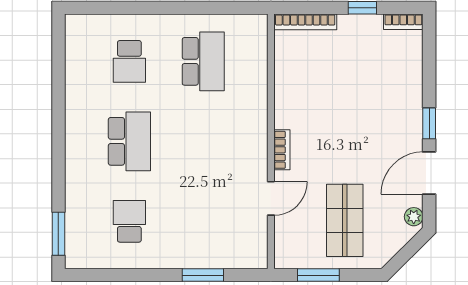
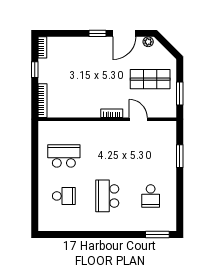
school desk: (129, 141) -> (107, 196), turned -90
door: (429, 173) -> (124, 33), hinge flipped
school desk: (129, 221) -> (151, 196), turned -90

